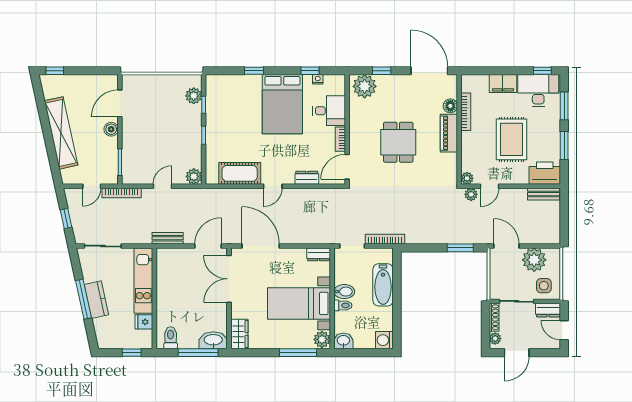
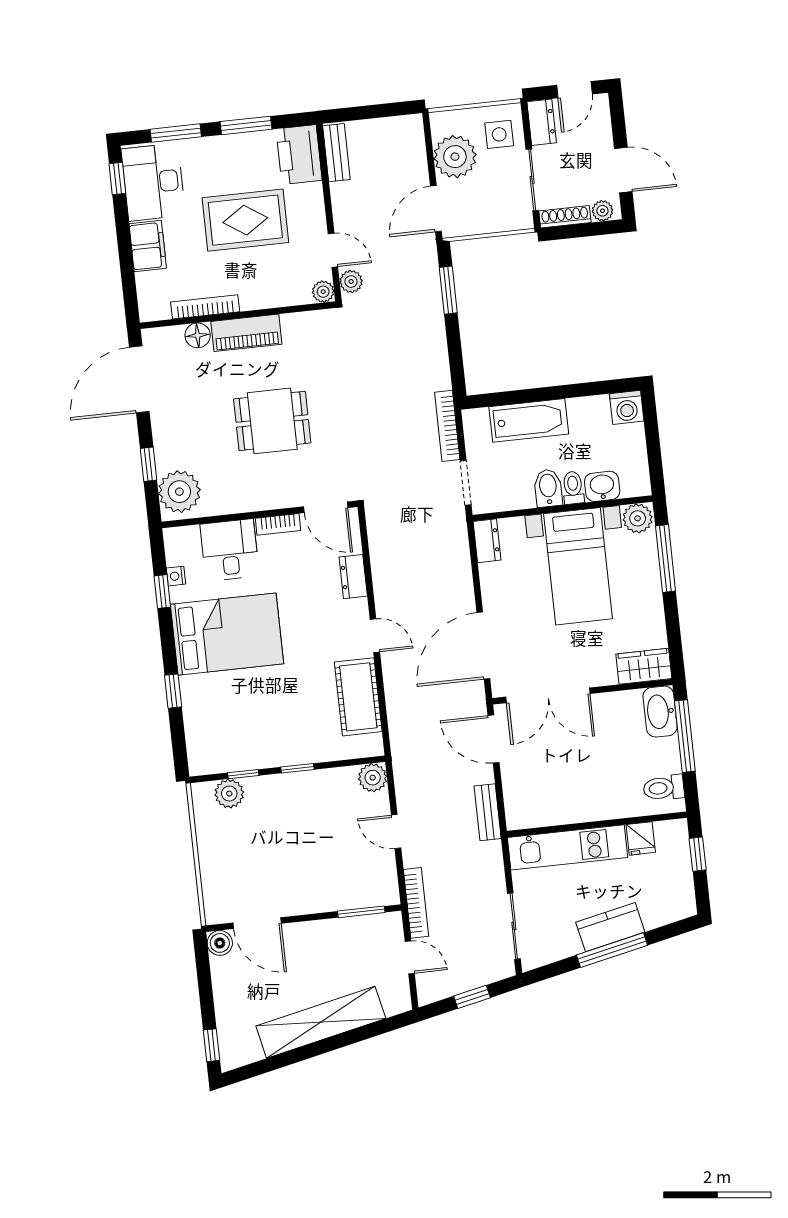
boiler: (111, 129) -> (220, 943), moved
washbasin: (343, 341) -> (602, 486), moved, turned 90

